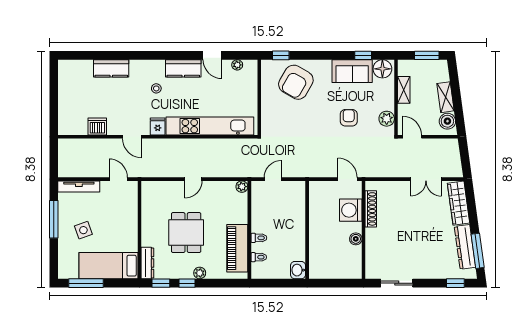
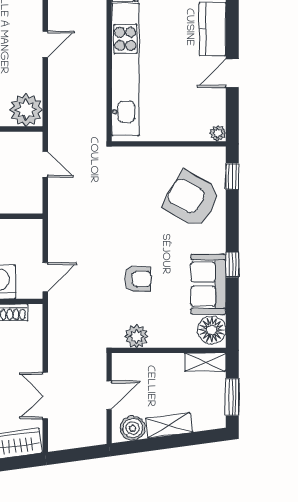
window: (363, 55) -> (232, 265), moved
plant: (237, 65) -> (218, 133), moved
shelving: (404, 90) -> (205, 362), moved
door: (412, 137) -> (109, 395), moved
door: (193, 179) -> (45, 44), swing flipped
plant: (242, 187) -> (26, 110), width x1.88, depth x1.88

